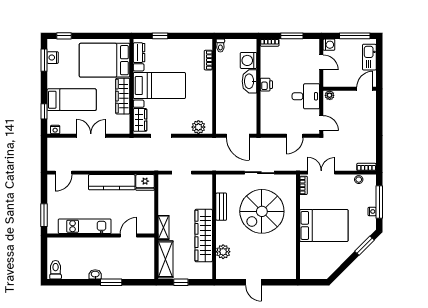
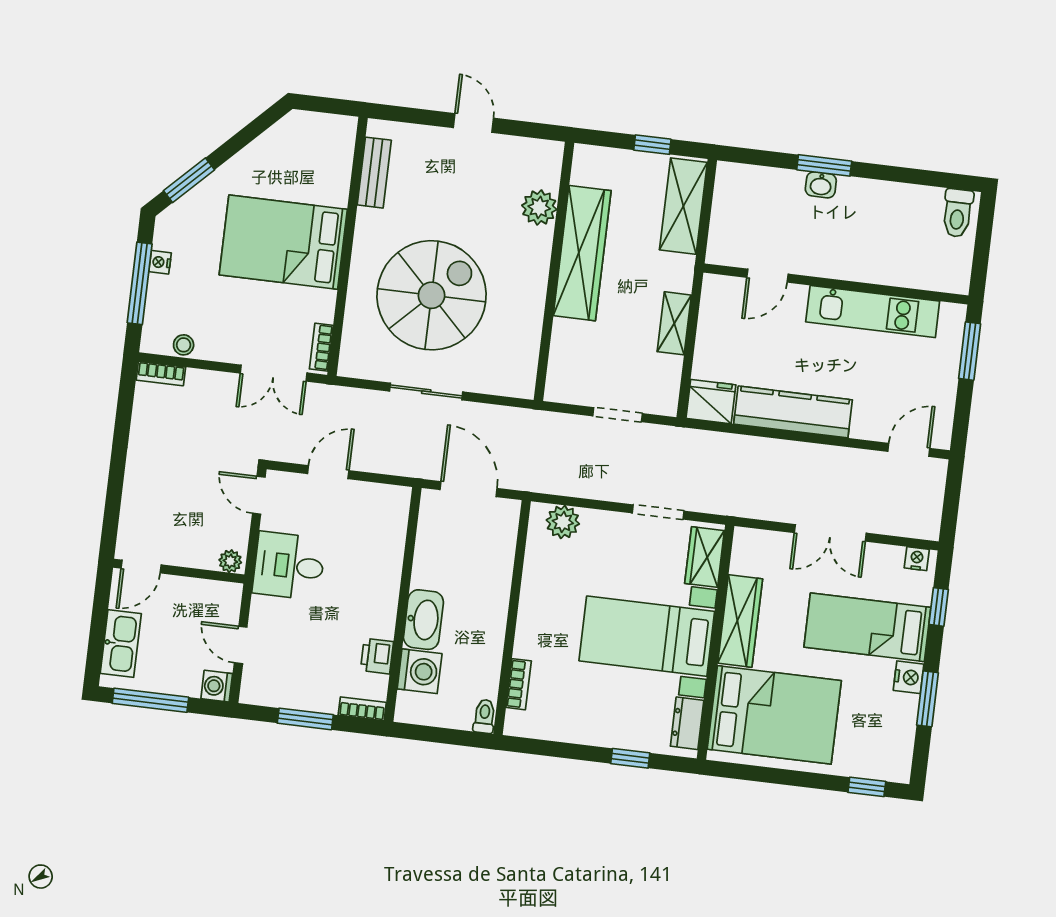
nightstand: (53, 58) -> (909, 677), moved
window: (44, 60) -> (927, 699), moved
printer: (266, 85) -> (377, 656), moved
bench: (221, 207) -> (374, 173), moved
shelving: (164, 227) -> (674, 323), moved
washbasin: (95, 274) -> (821, 185), moved

